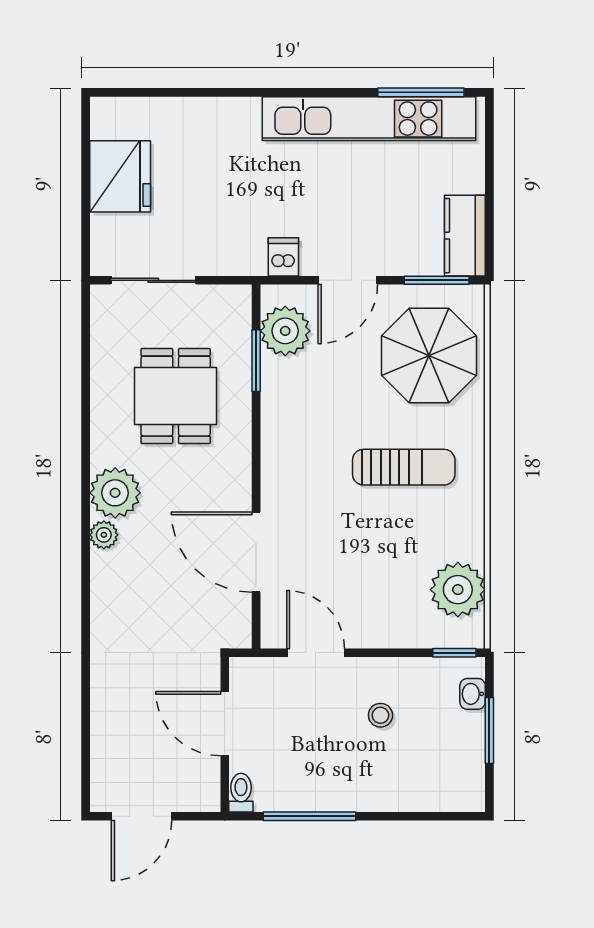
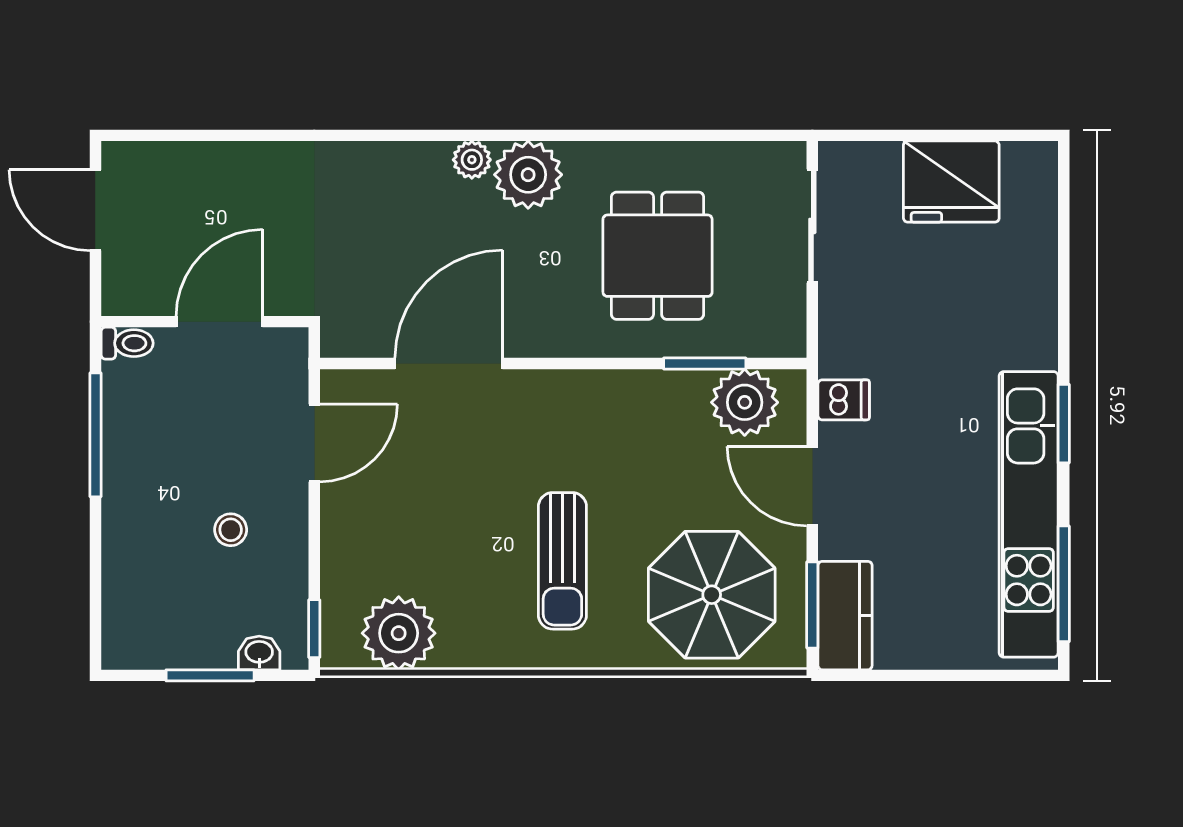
window: (301, 92) -> (1064, 424), added
kitchen counter: (465, 236) -> (845, 616), moved, turned 90
dining table: (176, 396) -> (658, 256), turned 90

